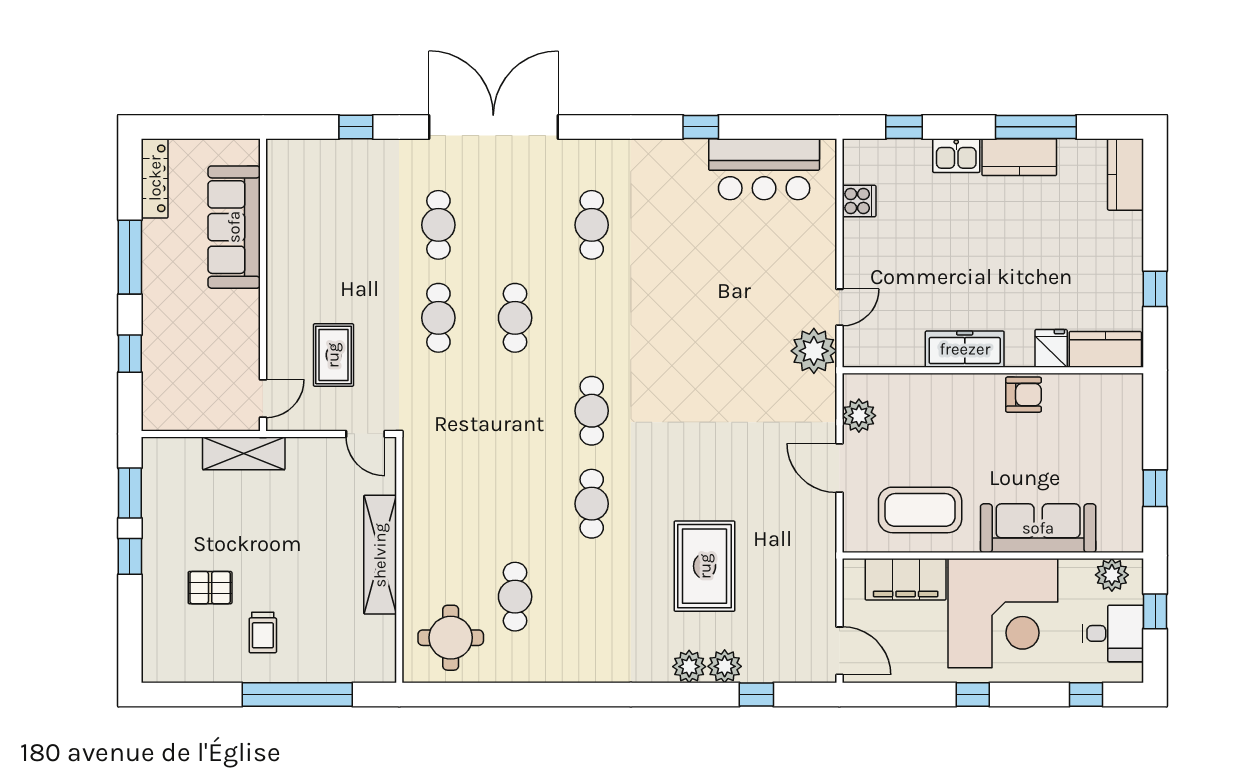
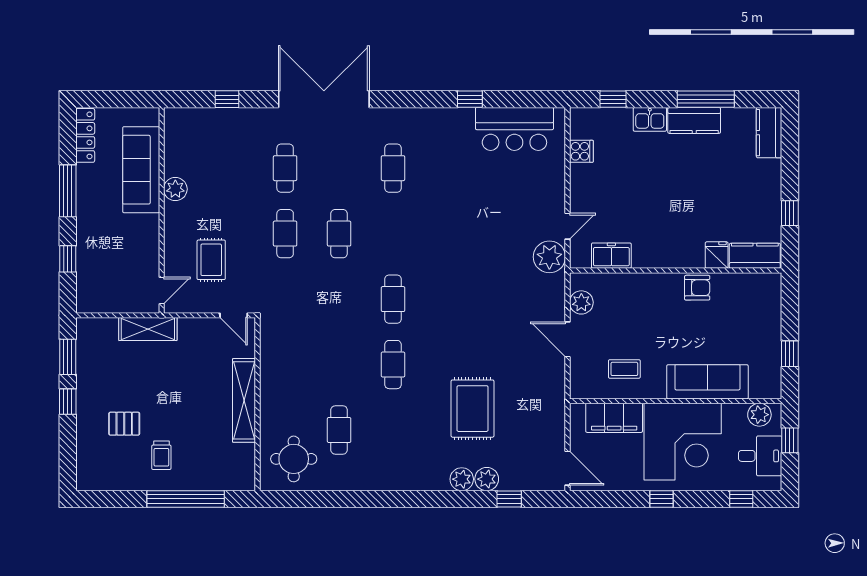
plant: (283, 255) -> (175, 189), added
freezer: (965, 349) -> (611, 256), moved, width x0.71
coffee table: (920, 510) -> (624, 369), width x0.54, depth x0.58

